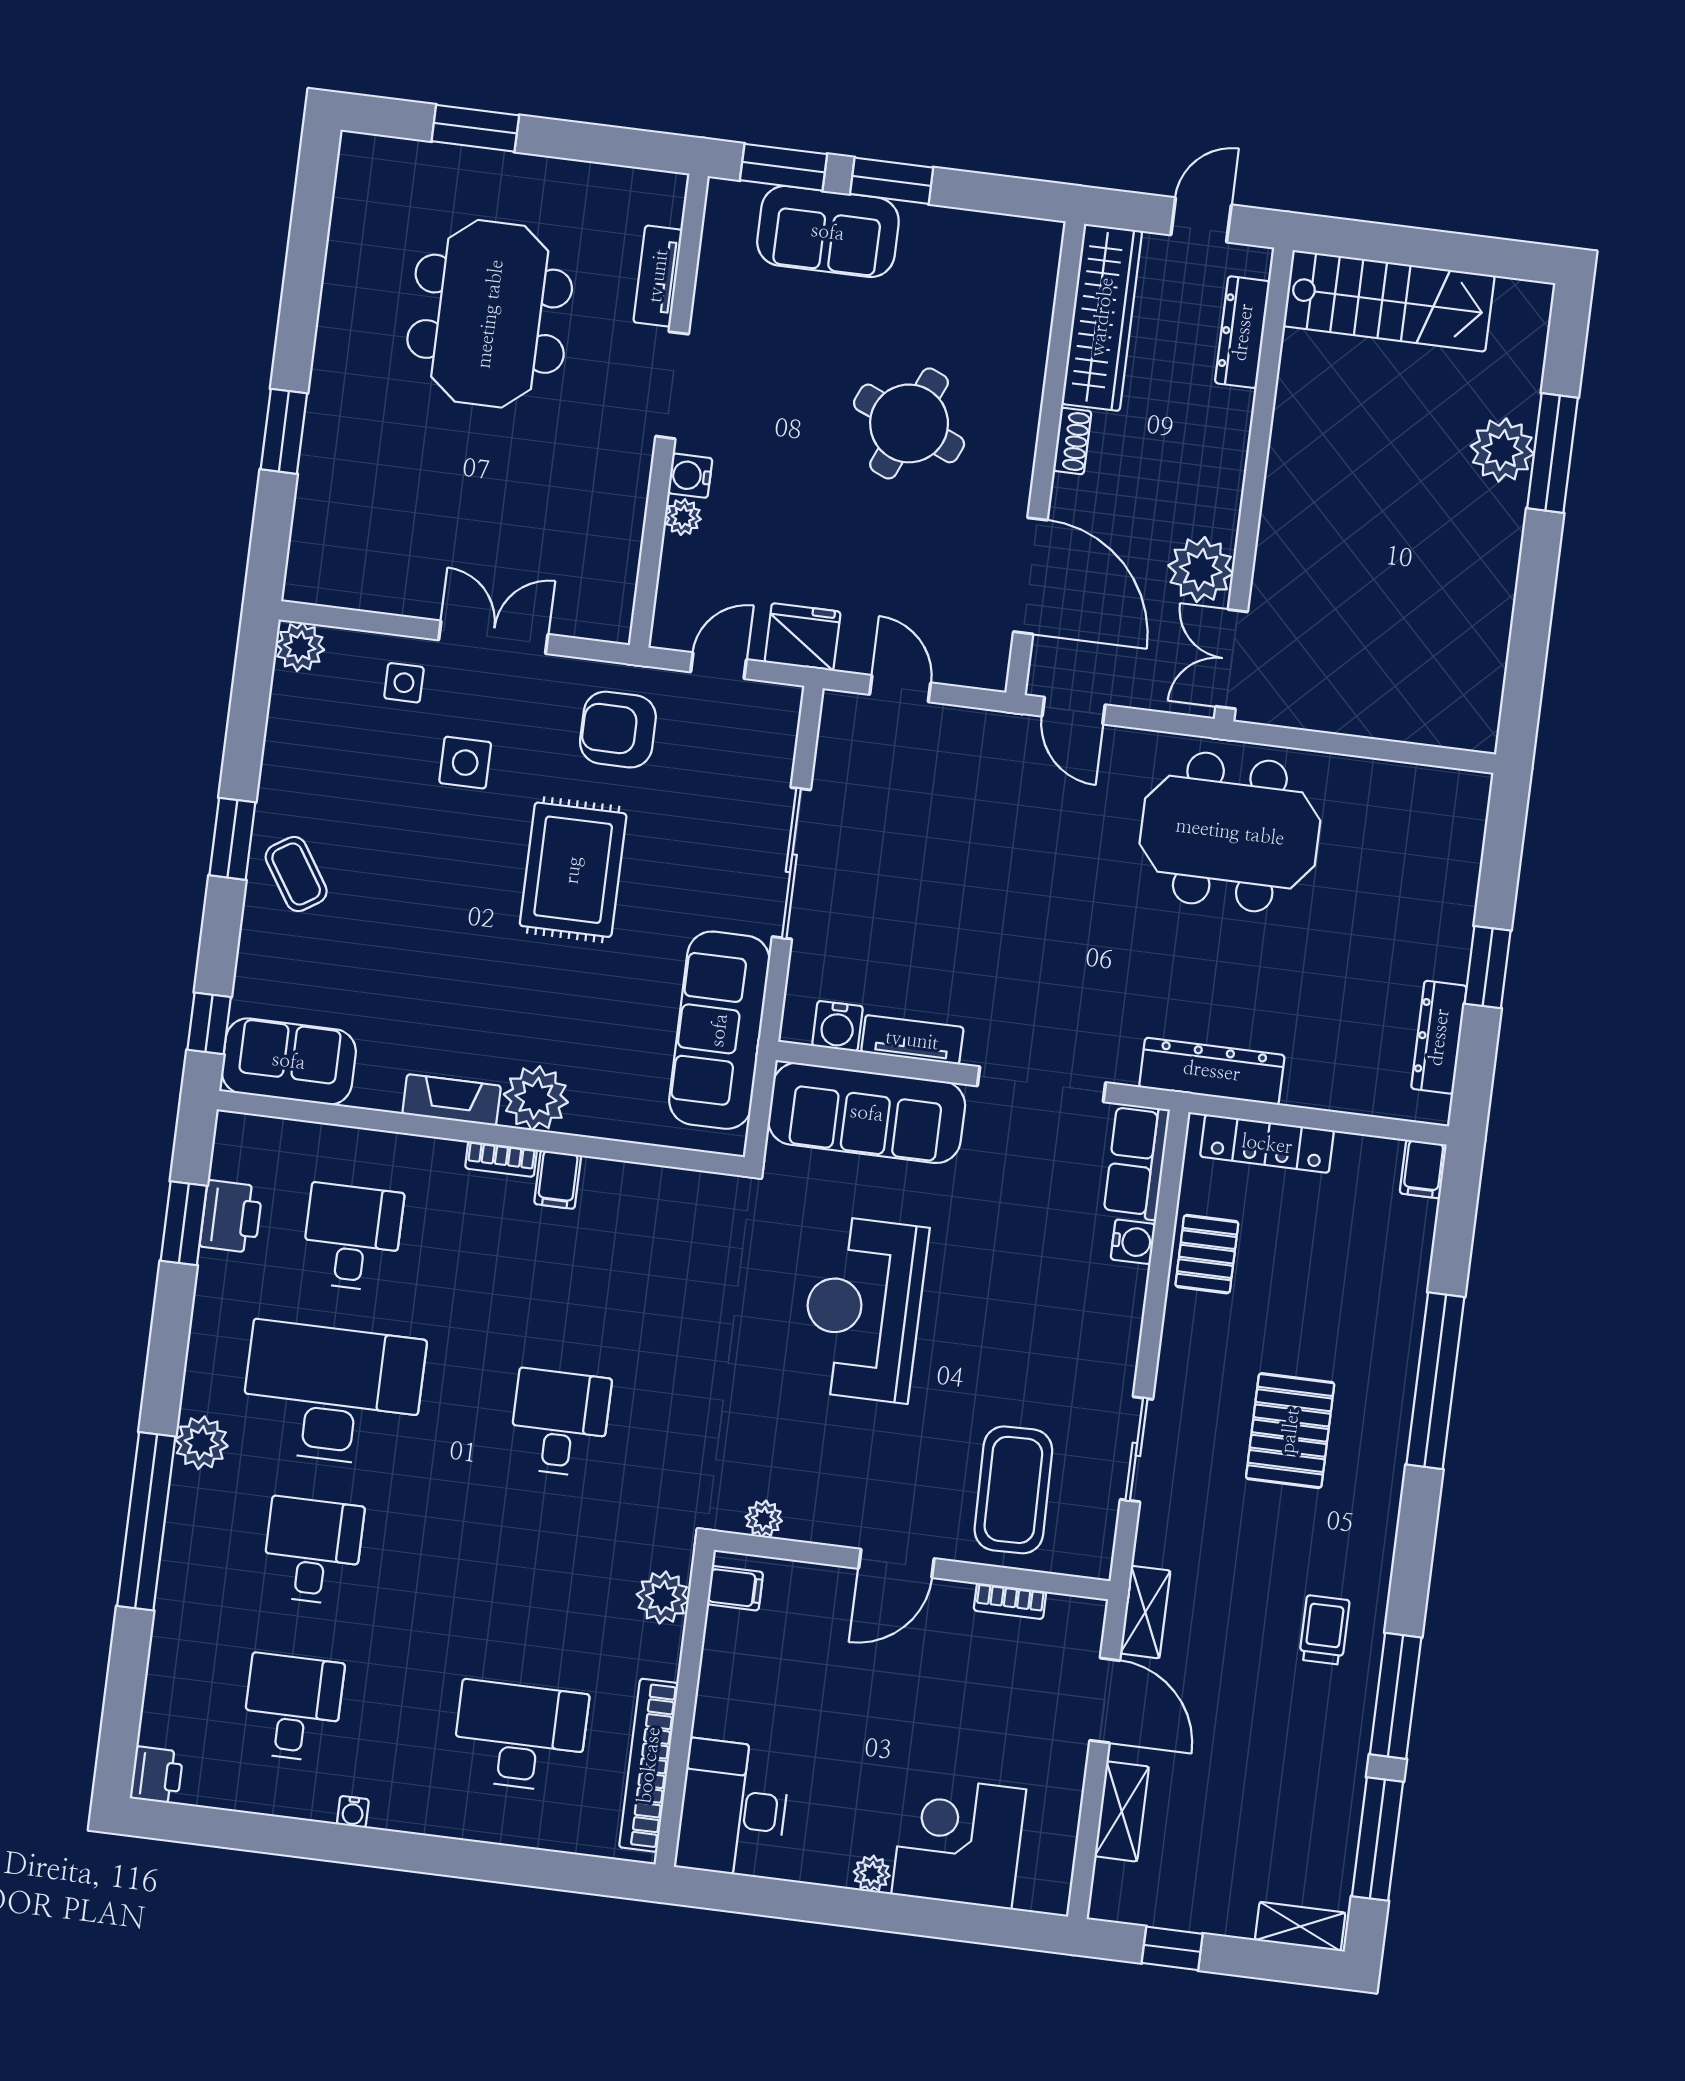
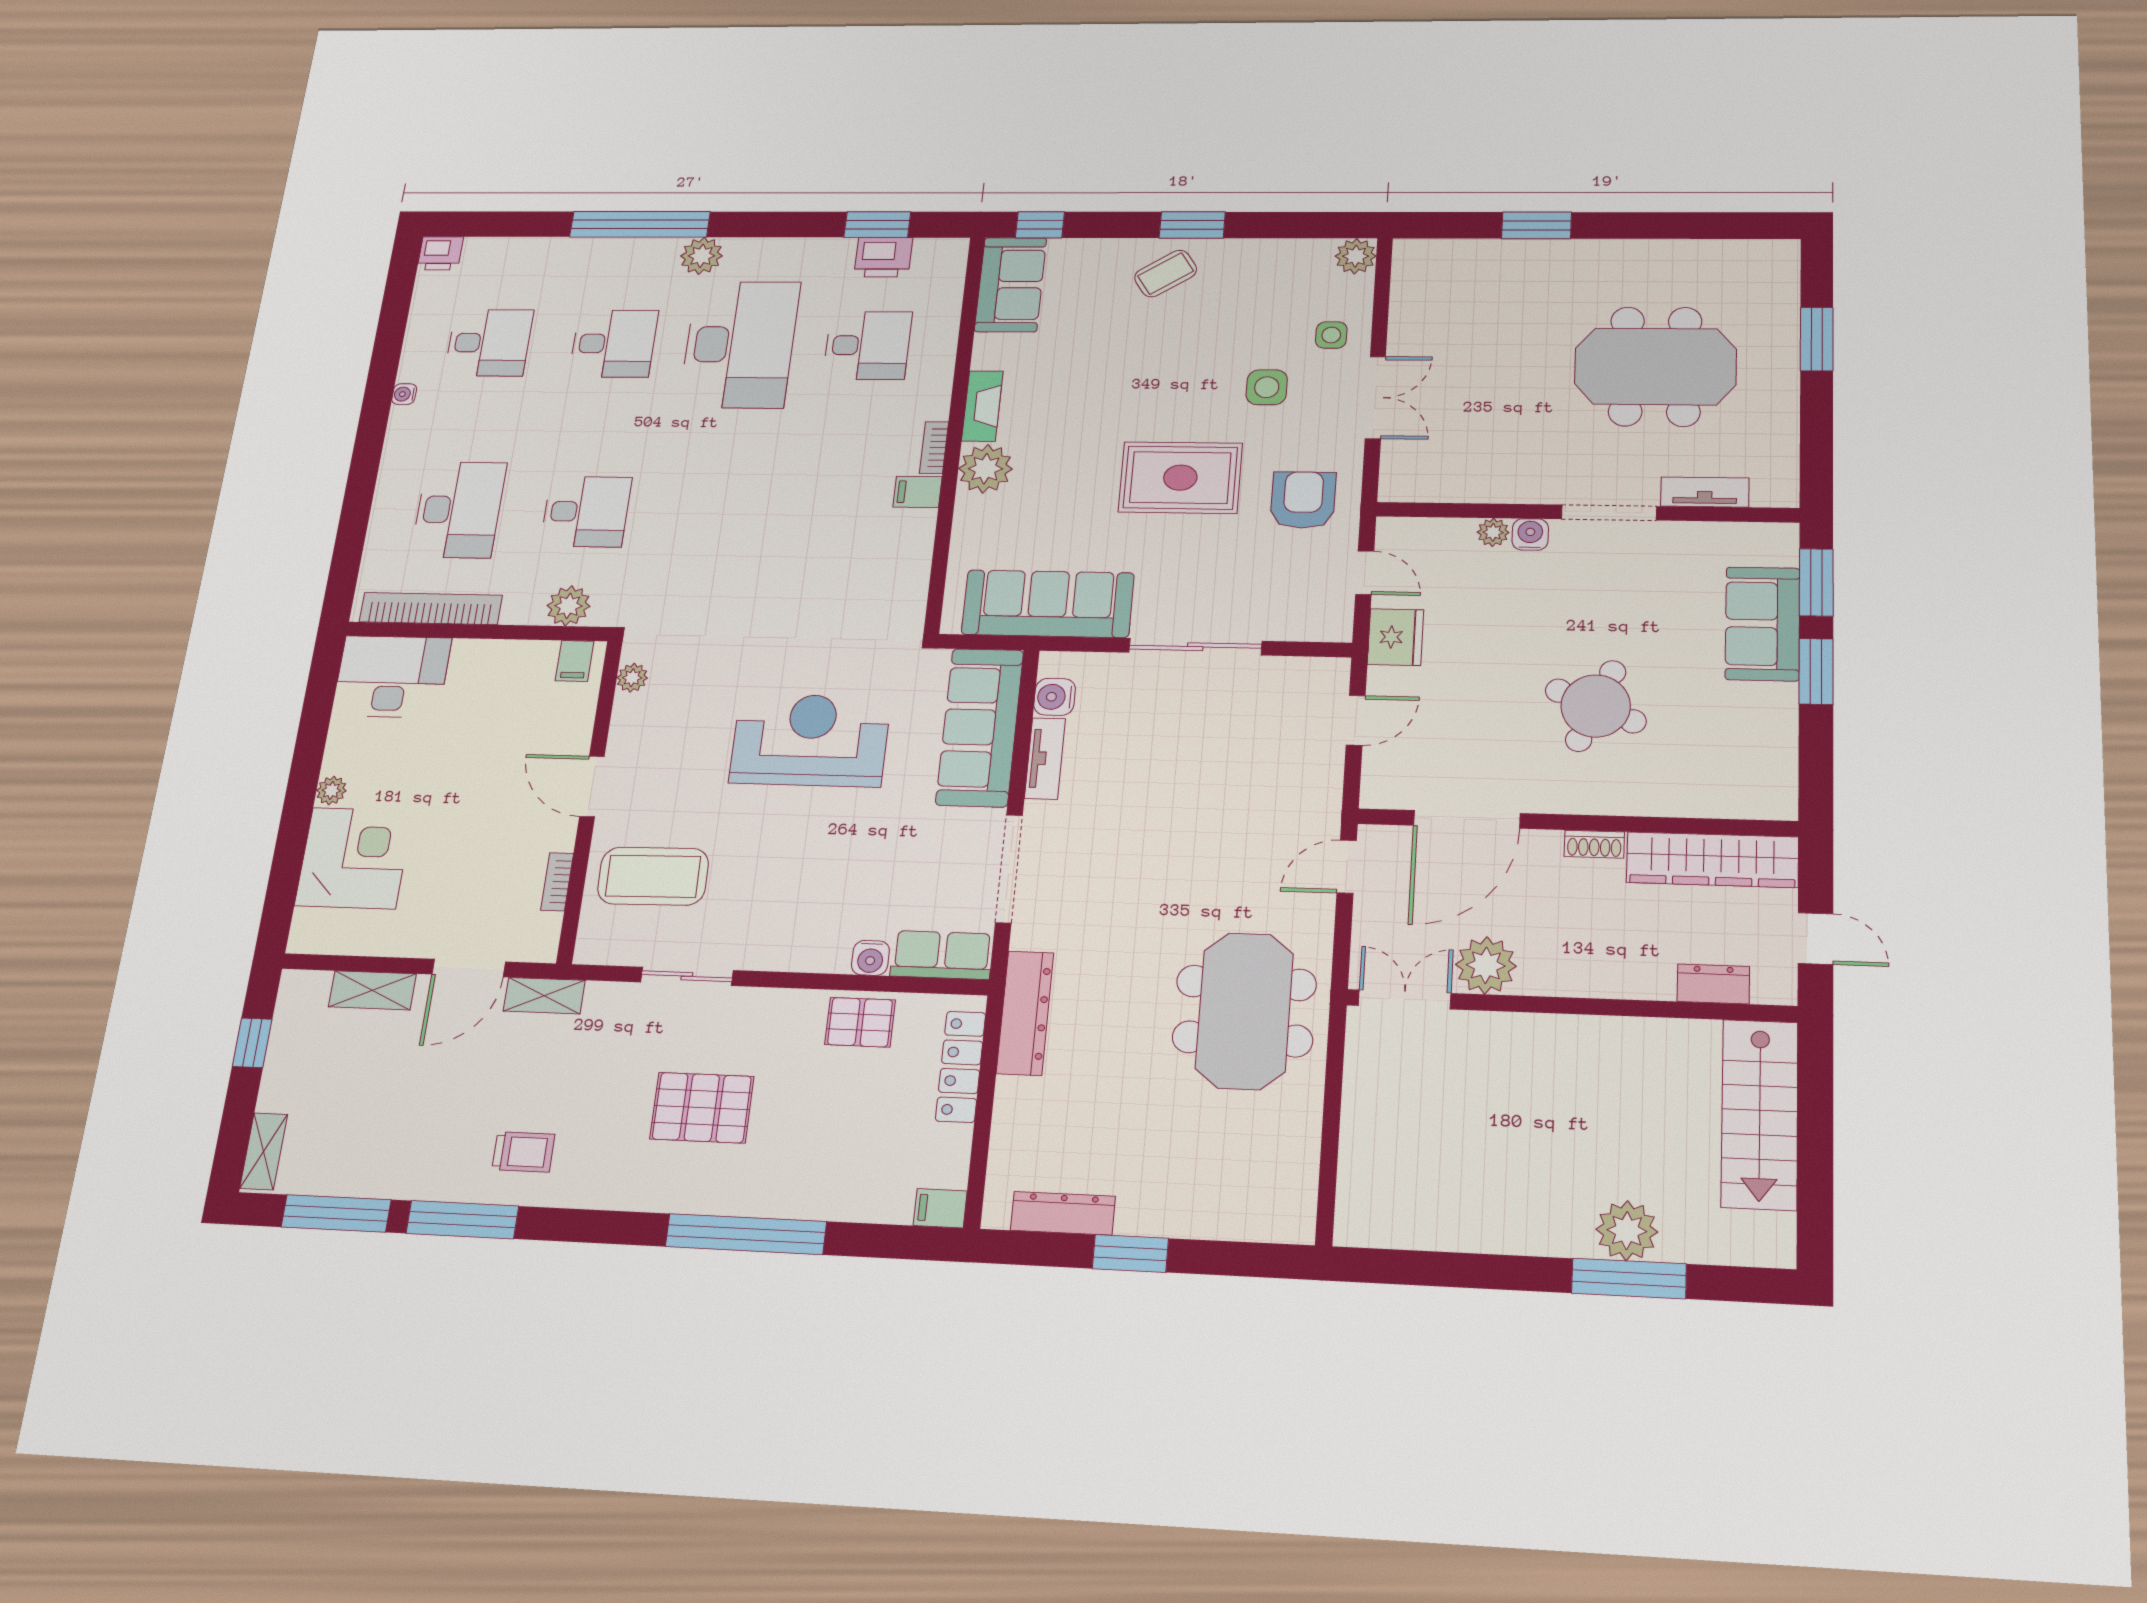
dresser: (1243, 332) -> (1713, 984), width x0.70
desk: (560, 1423) -> (586, 512), moved

